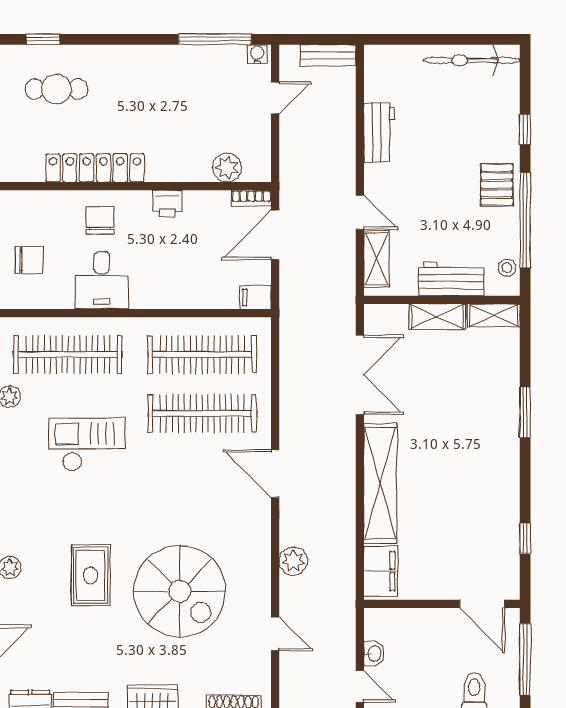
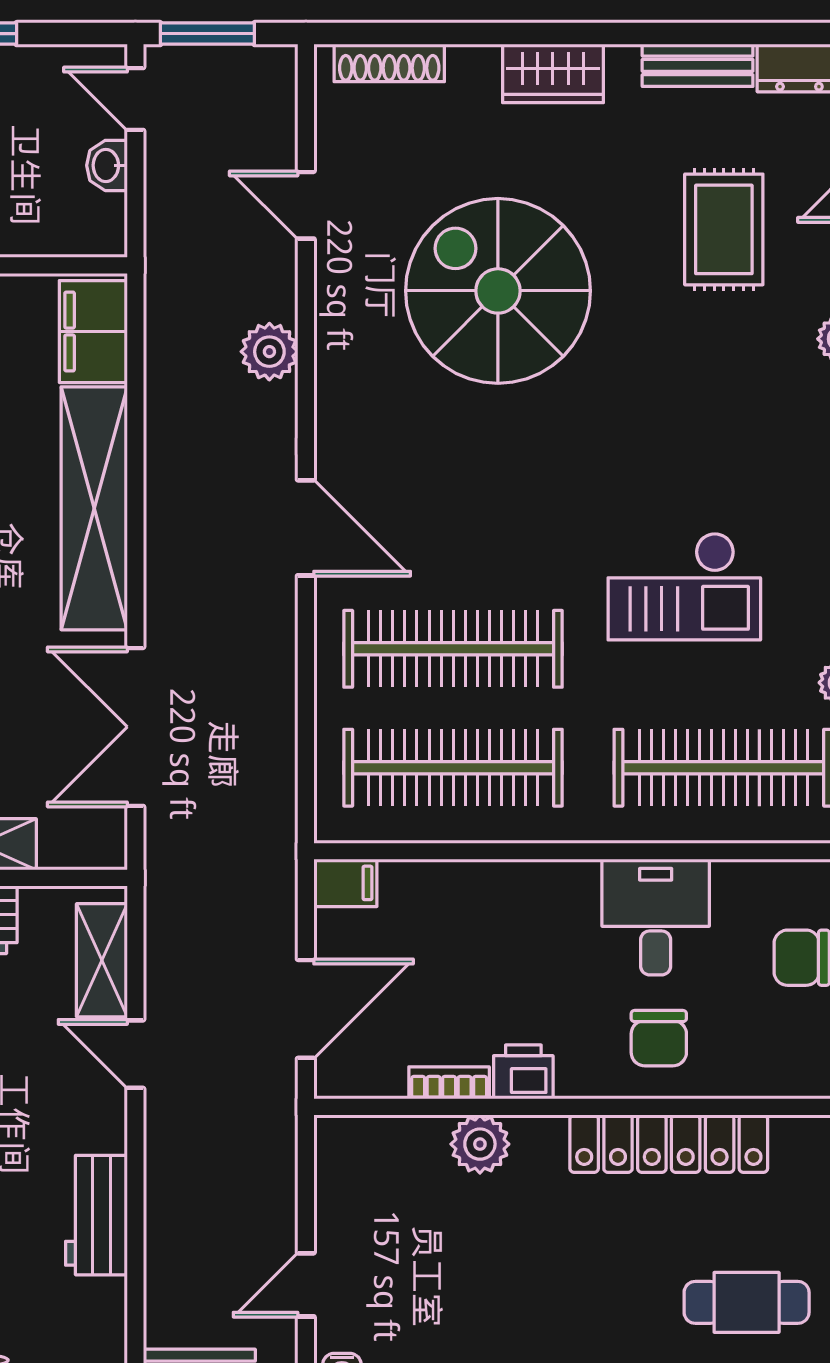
plant: (227, 168) -> (480, 1144), moved
bookcase: (251, 198) -> (449, 1083), moved
rug: (91, 575) -> (724, 229), moved

